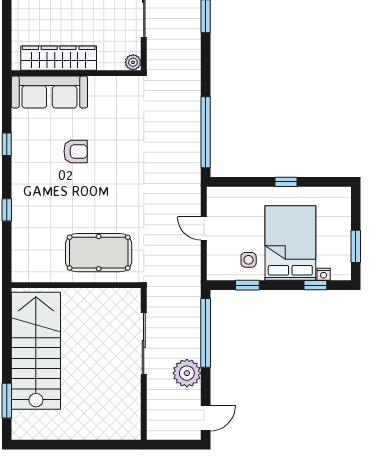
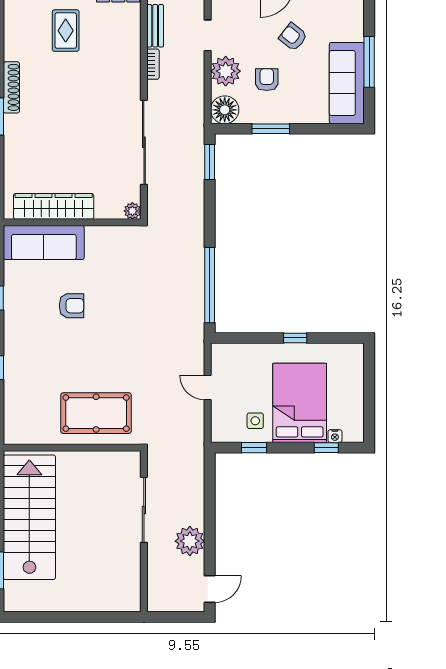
window: (356, 246) -> (369, 406), removed
window: (206, 333) -> (210, 498), removed

